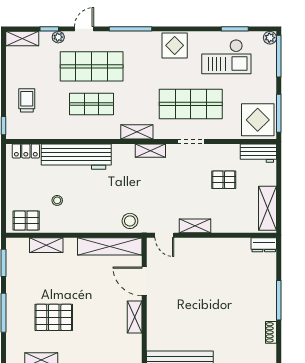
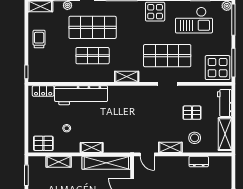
trolley: (27, 100) -> (39, 39), moved
shelving: (150, 151) -> (92, 148), moved
workbench: (258, 153) -> (225, 103), moved, turned 90
stool: (130, 221) -> (195, 138), moved
dresser: (264, 245) -> (199, 162), moved

